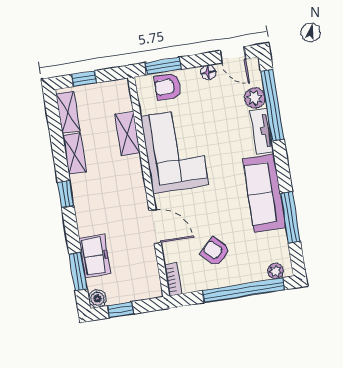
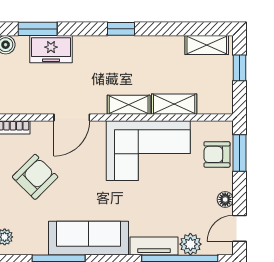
armchair: (168, 87) -> (217, 154), turned -90
shelving: (74, 154) -> (129, 105), moved
armchair: (215, 252) -> (35, 177), width x1.38, depth x1.38

